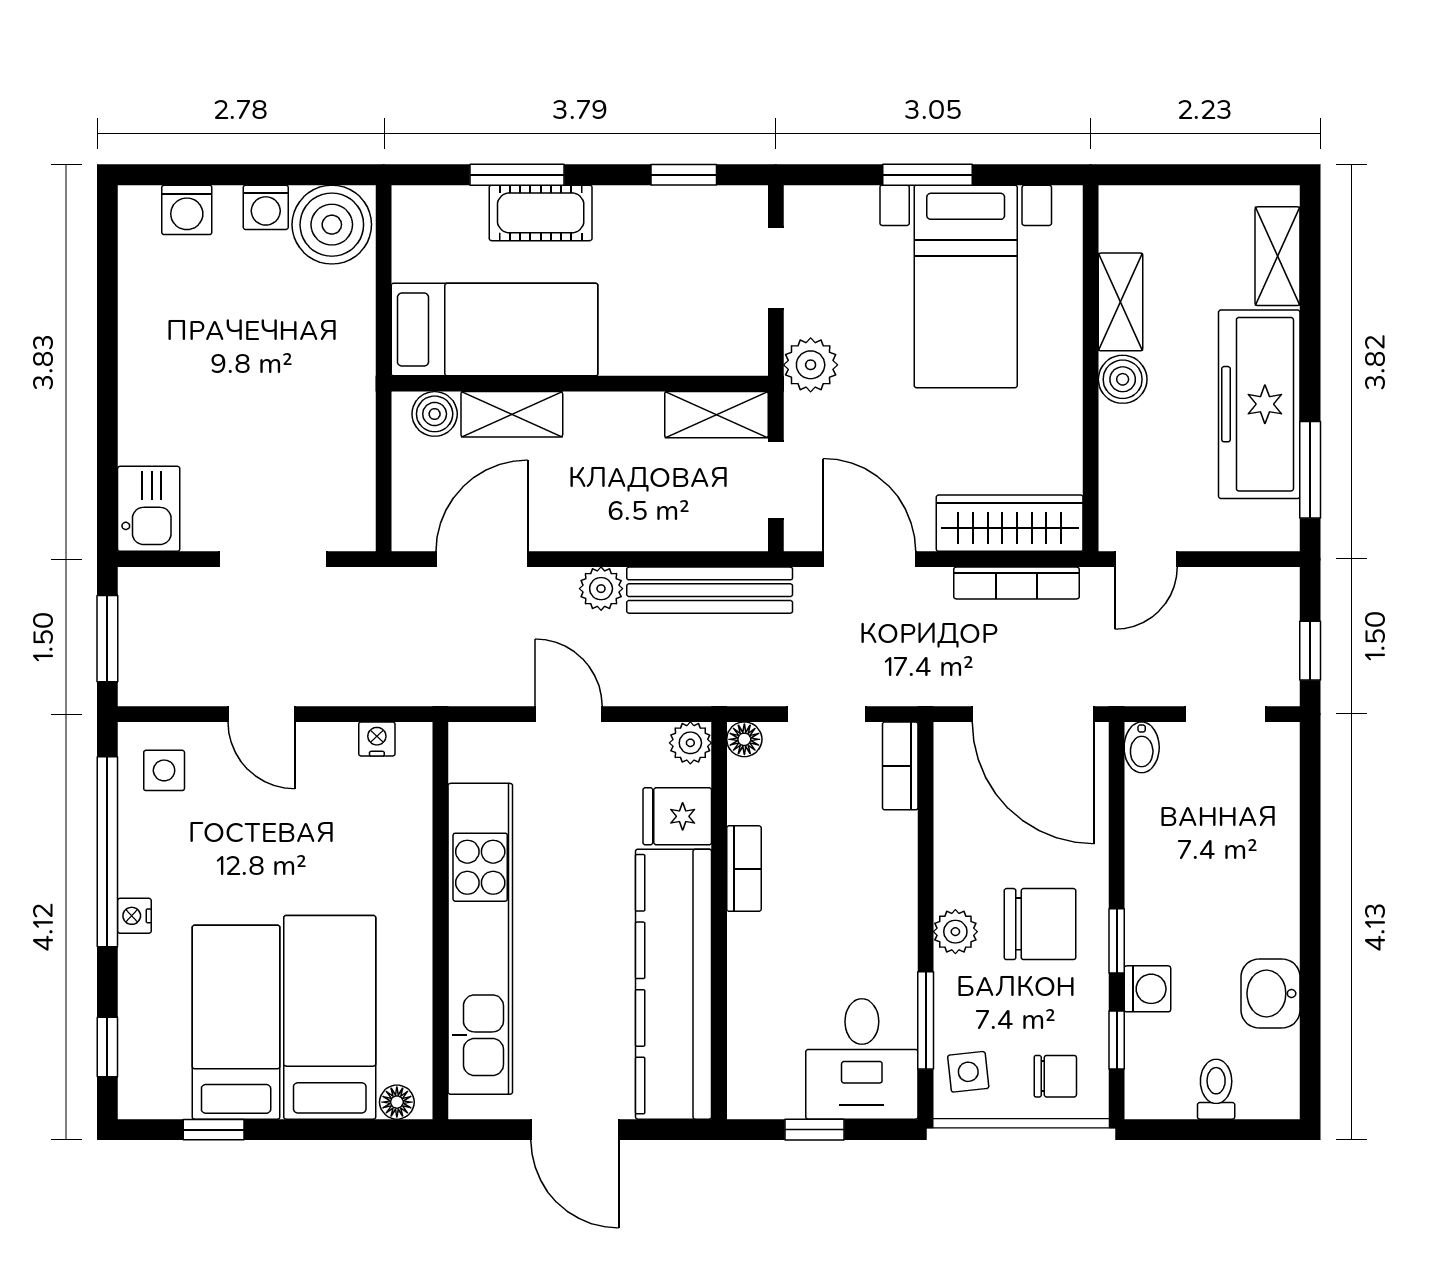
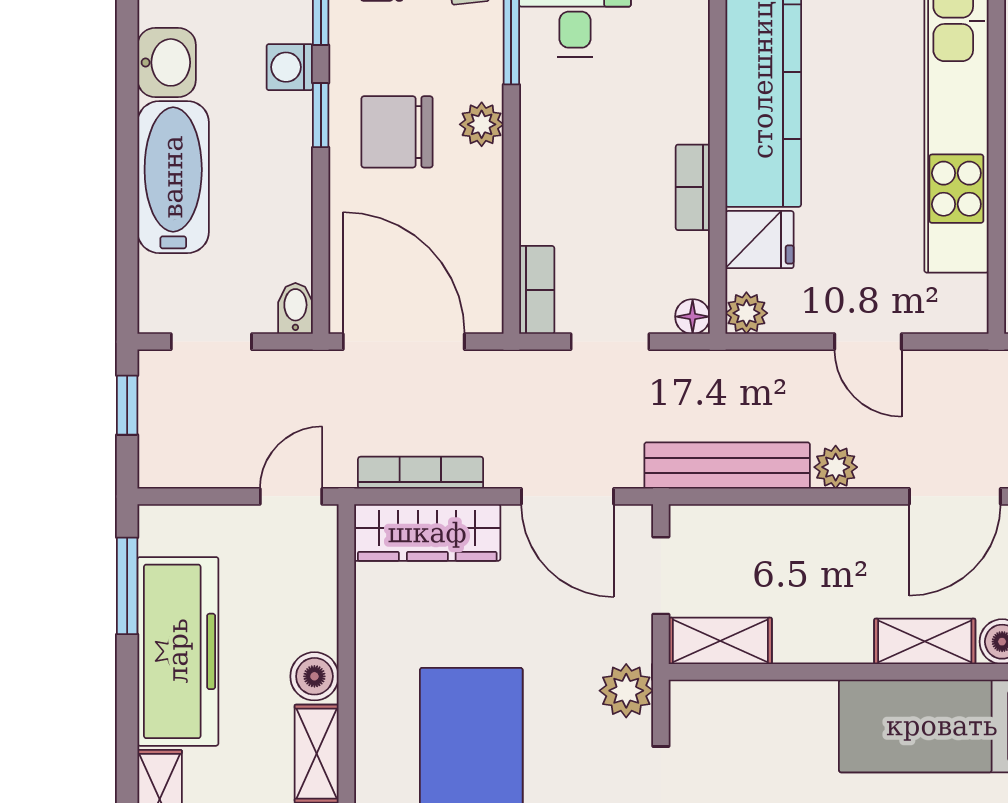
bathtub: (1264, 879) -> (173, 177), added

